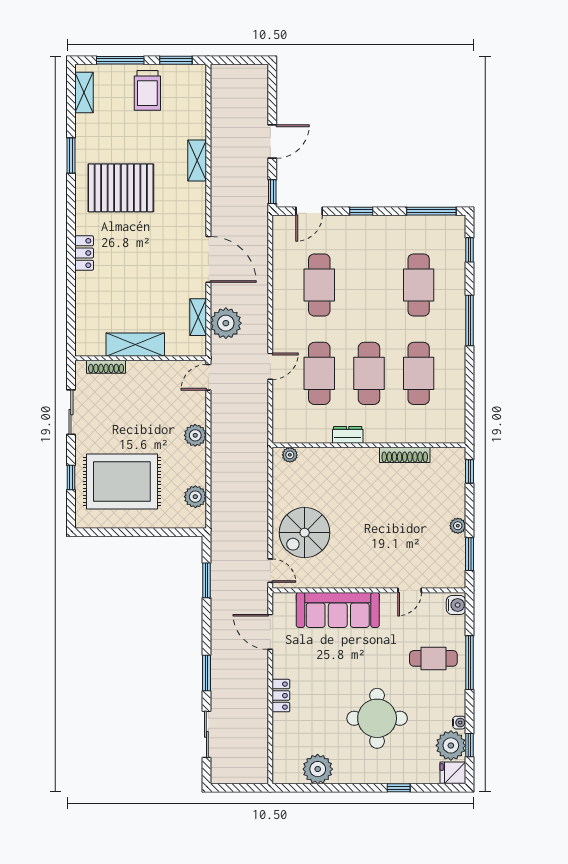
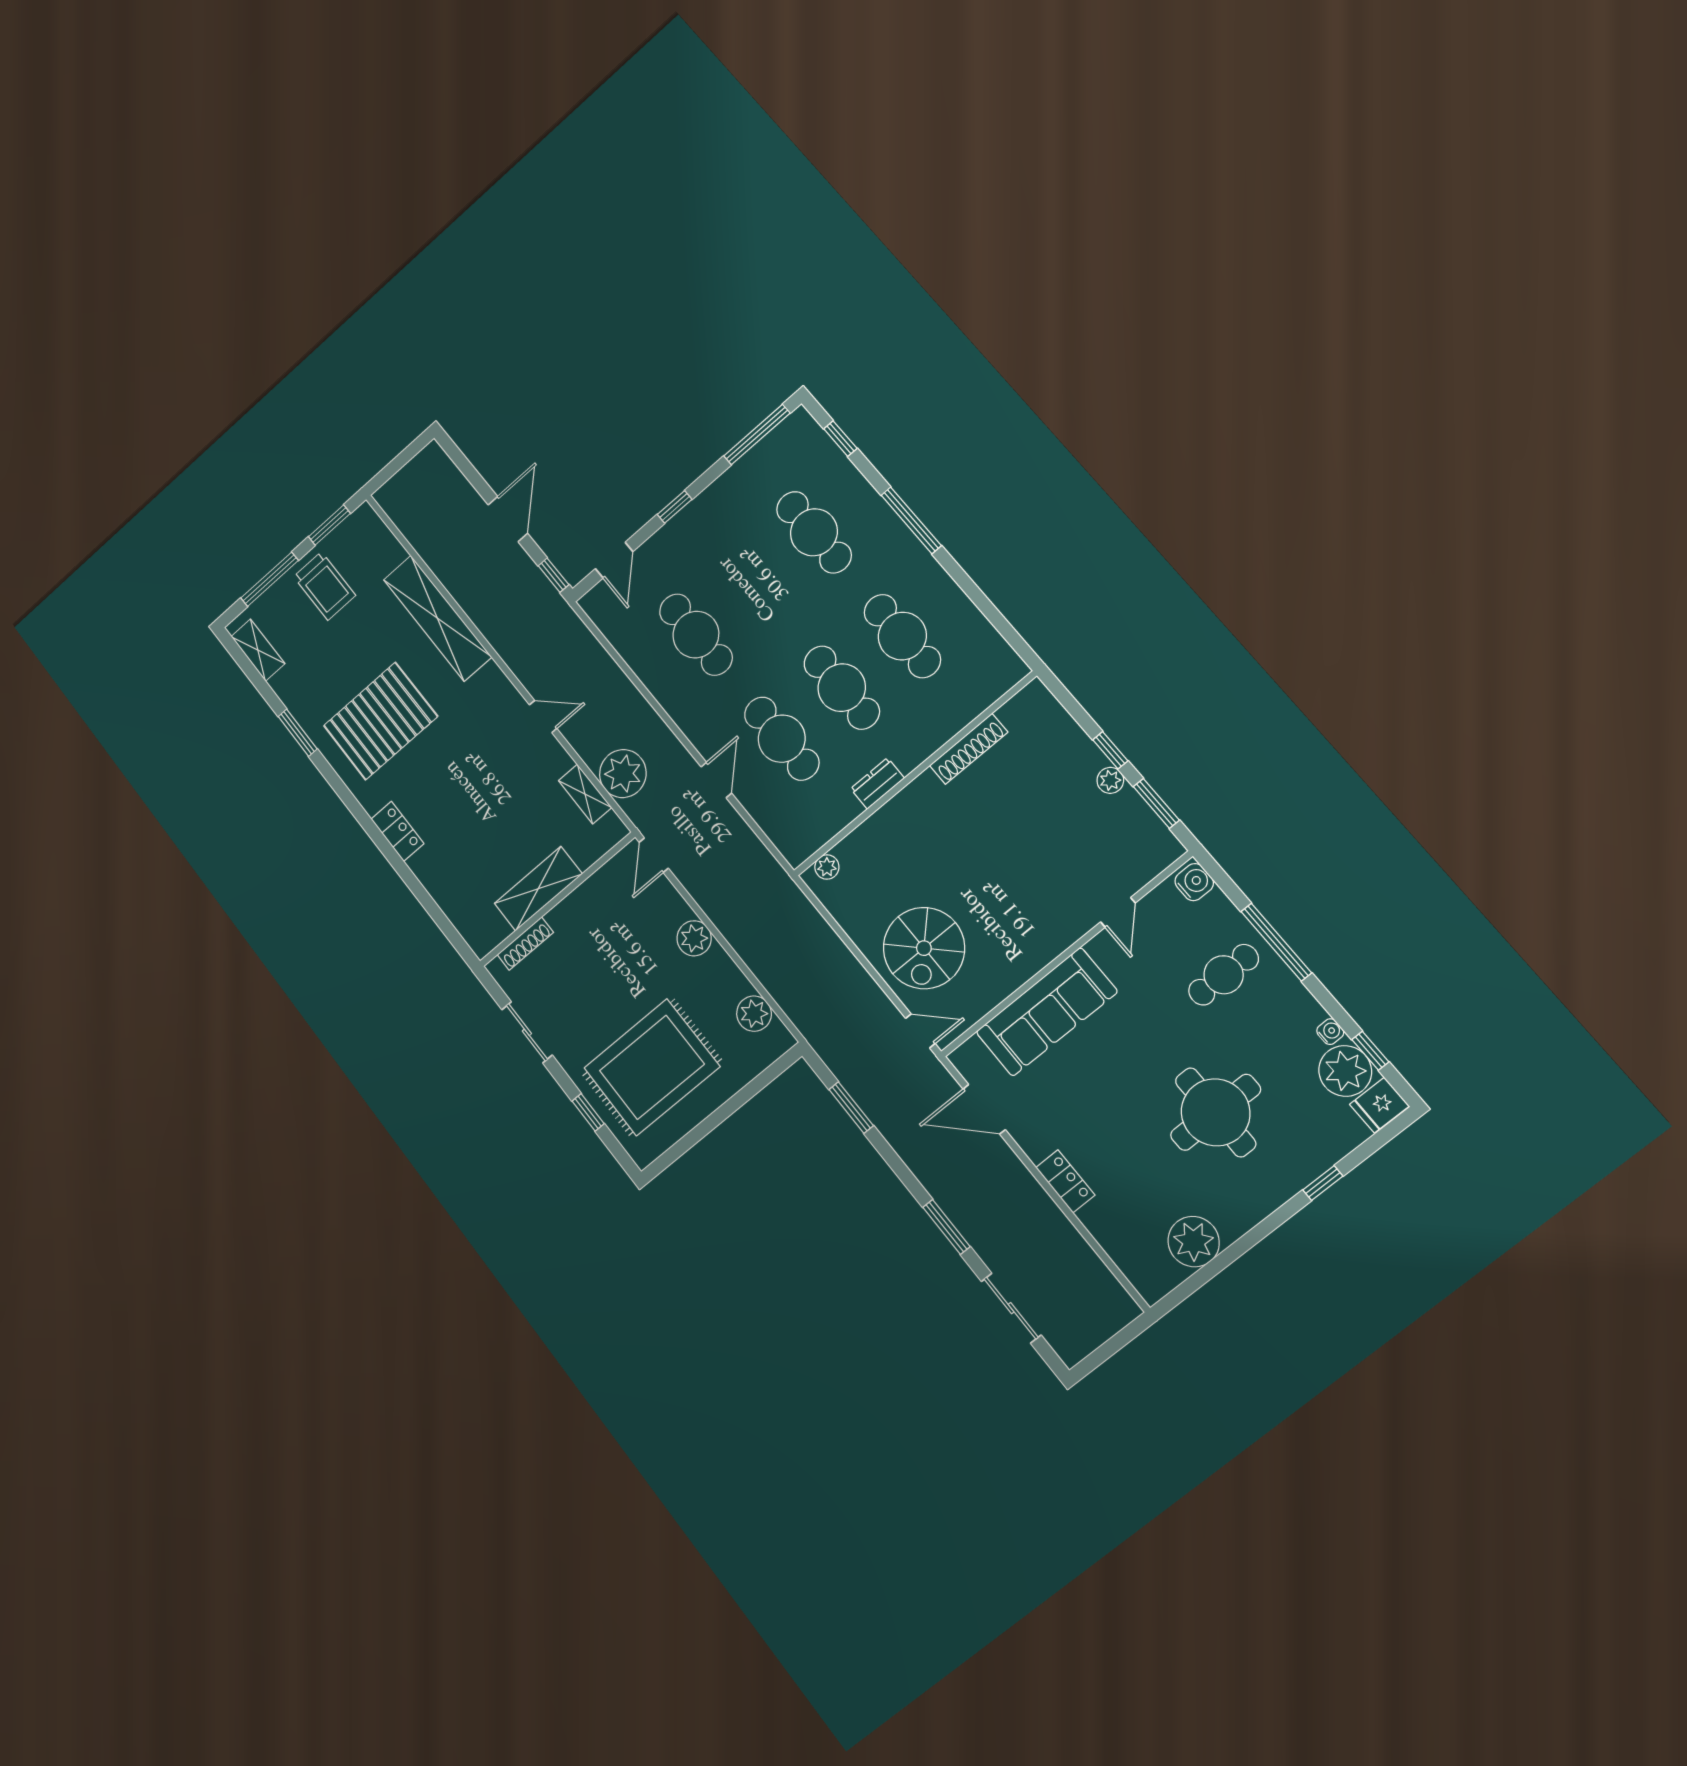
shelving: (197, 160) -> (437, 618), width x2.20, depth x1.33
door: (208, 259) -> (543, 717), width x0.53
window: (470, 471) -> (1110, 750), moved

